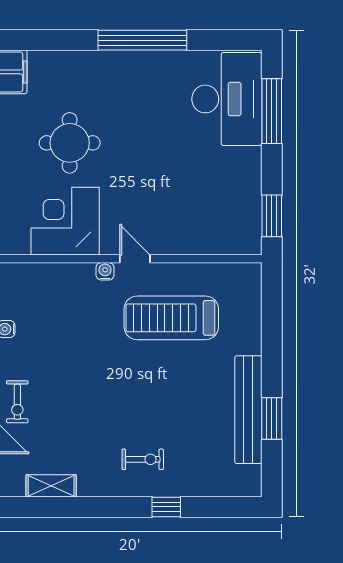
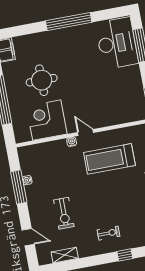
exercise bike: (17, 402) -> (64, 213), moved, width x1.38, depth x1.39

